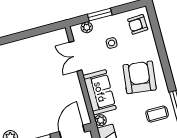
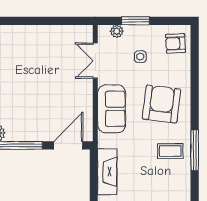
plant: (101, 120) -> (104, 141), removed

